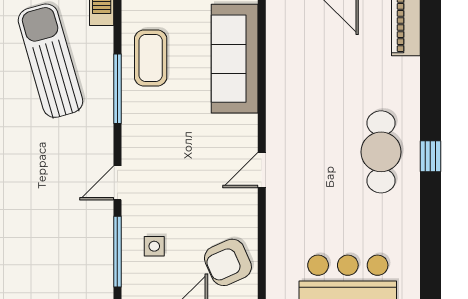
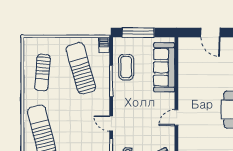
door: (117, 183) -> (111, 123), hinge flipped

